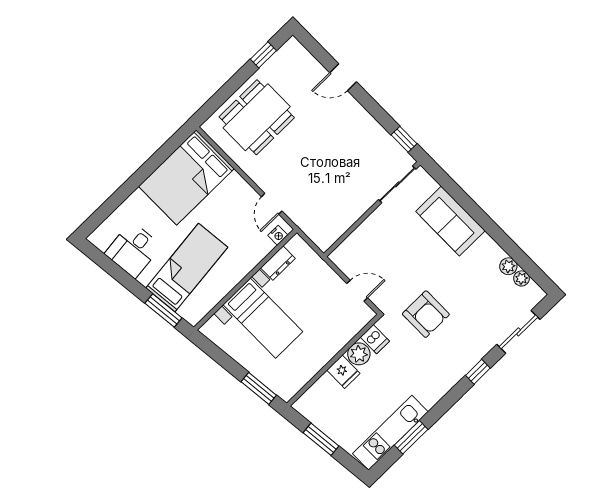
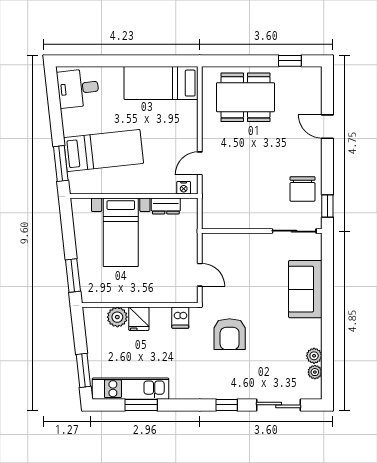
chair: (371, 145) -> (303, 189), added
bed: (186, 177) -> (161, 83), width x0.67
desk: (133, 250) -> (78, 88), moved
plant: (359, 354) -> (117, 317), moved
window: (321, 439) -> (83, 370), moved

